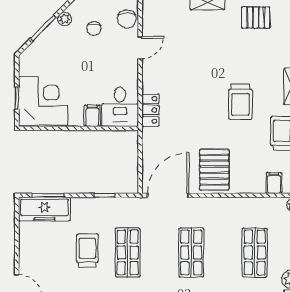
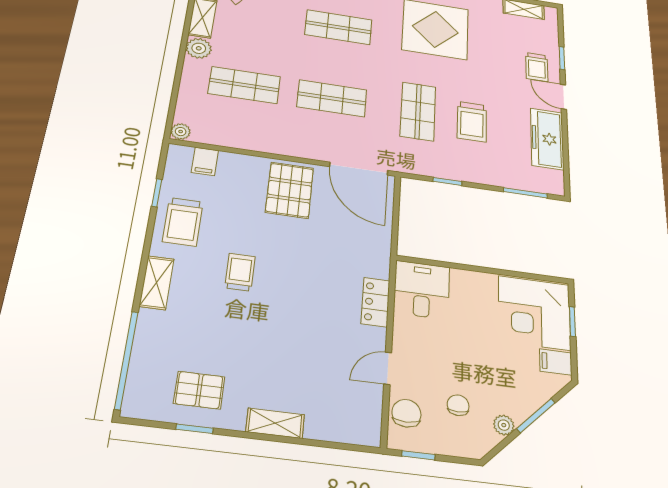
trolley: (240, 102) -> (240, 272), width x0.73, depth x0.72
locker: (150, 110) -> (376, 302), moved
filing cabinet: (92, 116) -> (556, 362), moved, turned 90
door: (168, 195) -> (359, 169), hinge flipped
freezer: (44, 209) -> (547, 139), moved, turned -90
shop shelf: (191, 252) -> (332, 98), turned 90
shop shelf: (255, 252) -> (244, 85), turned 90

